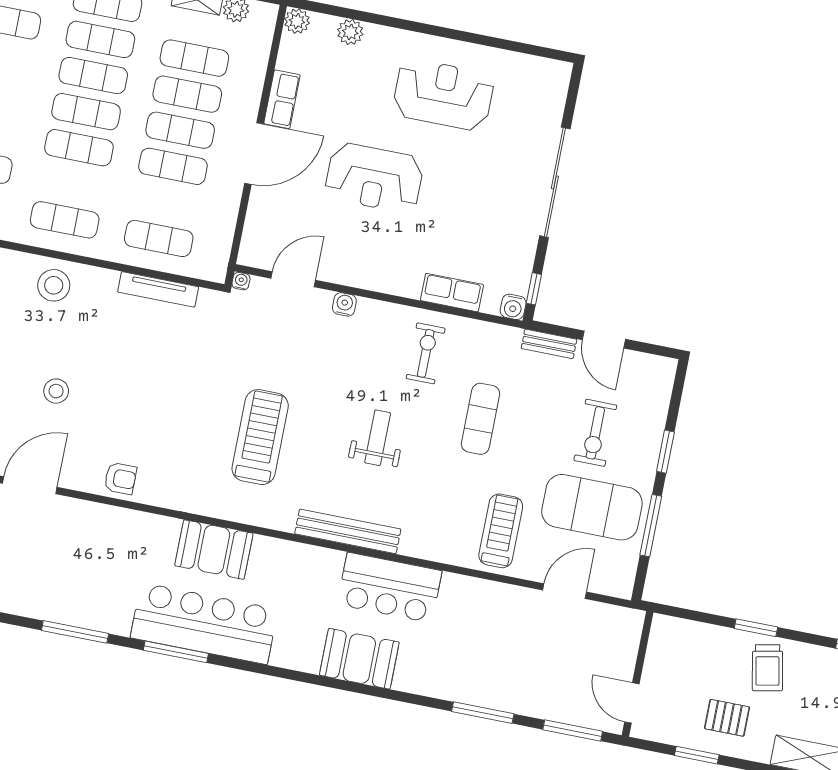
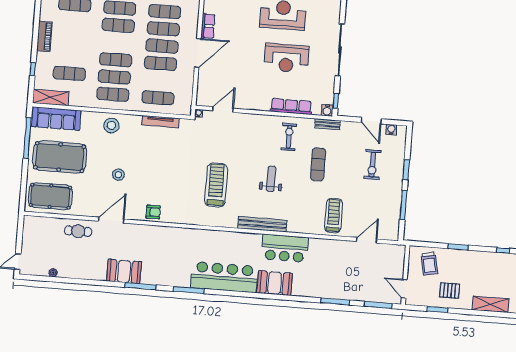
exercise mat: (86, 112) -> (114, 77), moved
reception desk: (374, 178) -> (286, 58), moved
row of seats: (452, 293) -> (291, 106), width x1.48
water cooler: (344, 304) -> (391, 130), moved
bench: (549, 344) -> (328, 124), moved
exercise mat: (592, 507) -> (375, 200), removed
booth: (214, 550) -> (124, 271), moved
bar counter: (204, 624) -> (224, 277), moved
trolley: (767, 668) -> (429, 264), moved

